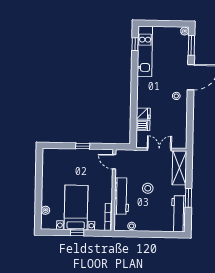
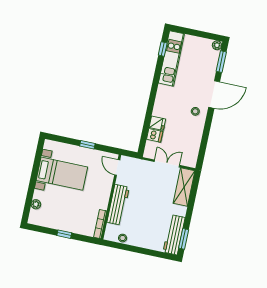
stool: (148, 188) -> (147, 202), removed
window: (188, 198) -> (184, 239), moved
bed with nightstands: (76, 208) -> (62, 174), moved, turned 90

